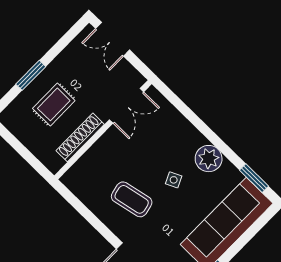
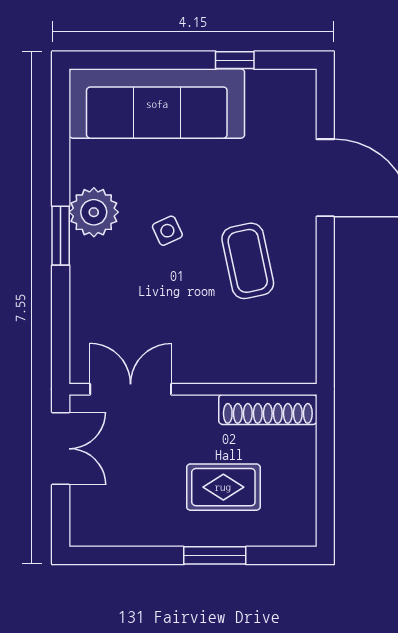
double door: (113, 39) -> (61, 449), moved
shoe rack: (80, 137) -> (268, 409), moved
window: (254, 178) -> (61, 236), moved

